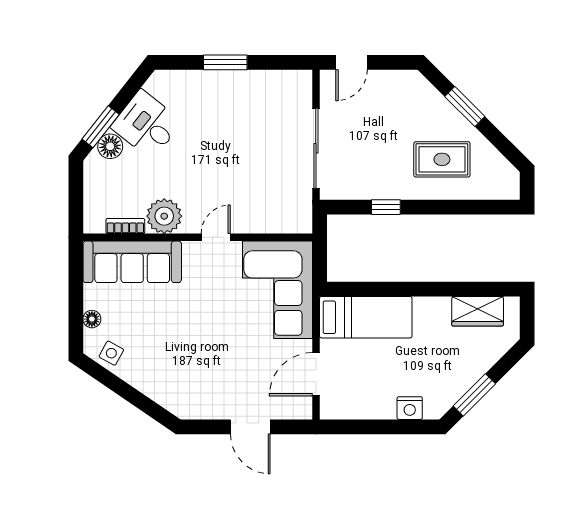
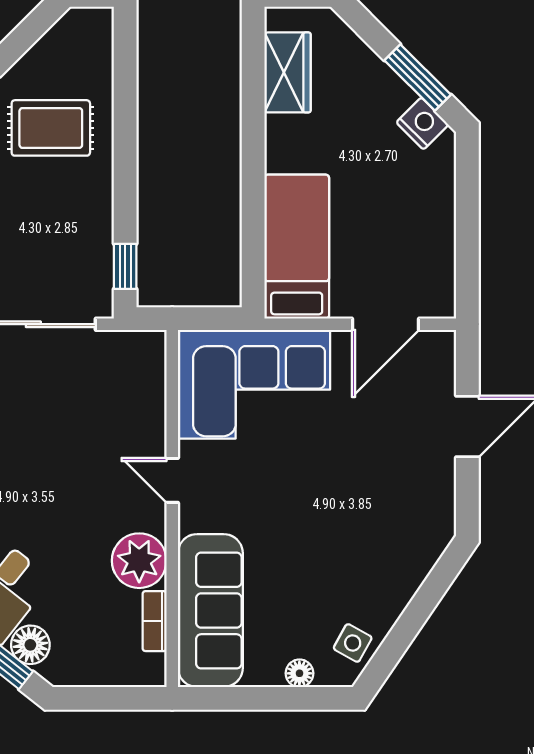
rug: (442, 159) -> (51, 128), turned 90
window: (386, 207) -> (125, 266), moved
door: (316, 374) -> (385, 324), hinge flipped
nightstand: (410, 408) -> (422, 123), moved, turned -45

